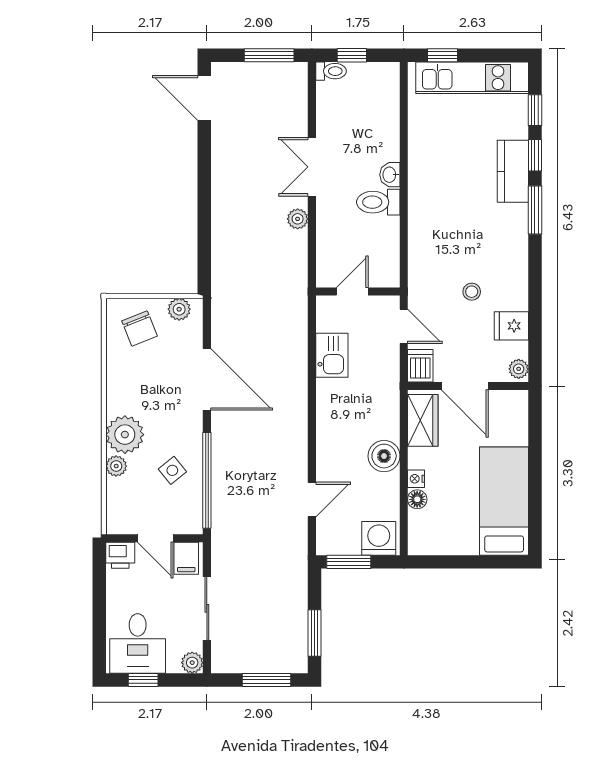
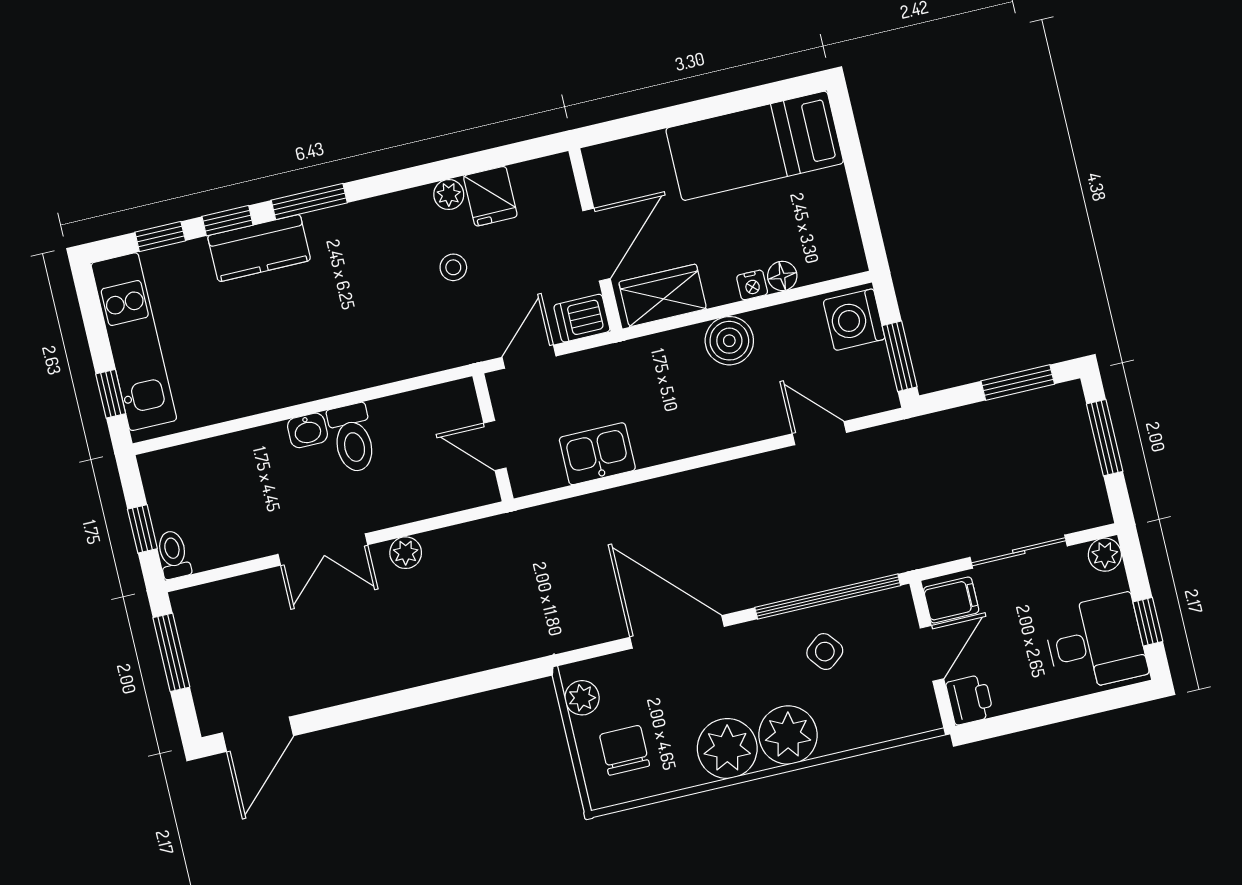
chair: (140, 328) -> (624, 750), turned -68
plant: (519, 369) -> (449, 195), moved
door: (207, 379) -> (677, 632), hinge flipped
plant: (116, 466) -> (727, 749), moved, width x1.88, depth x1.88

